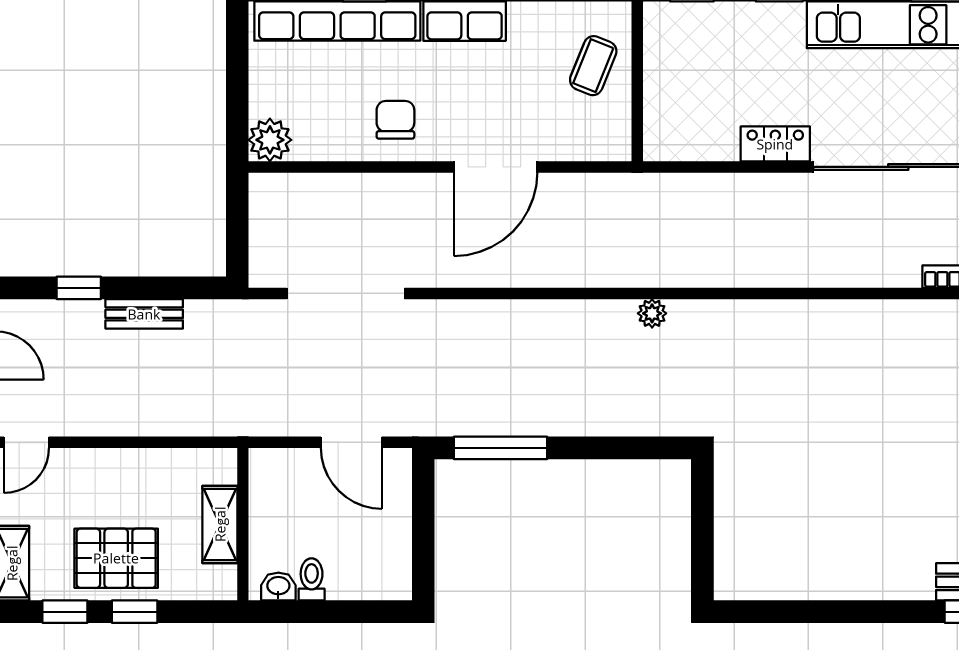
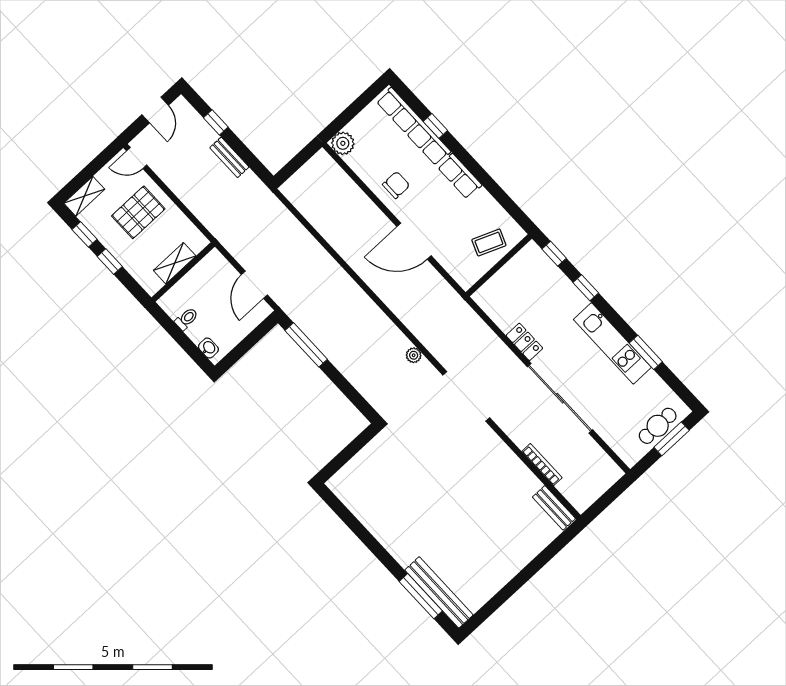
doorway: (346, 293) -> (466, 396), moved
pallet: (116, 558) -> (138, 212), moved, turned 90
washbasin: (278, 586) -> (208, 348), moved

